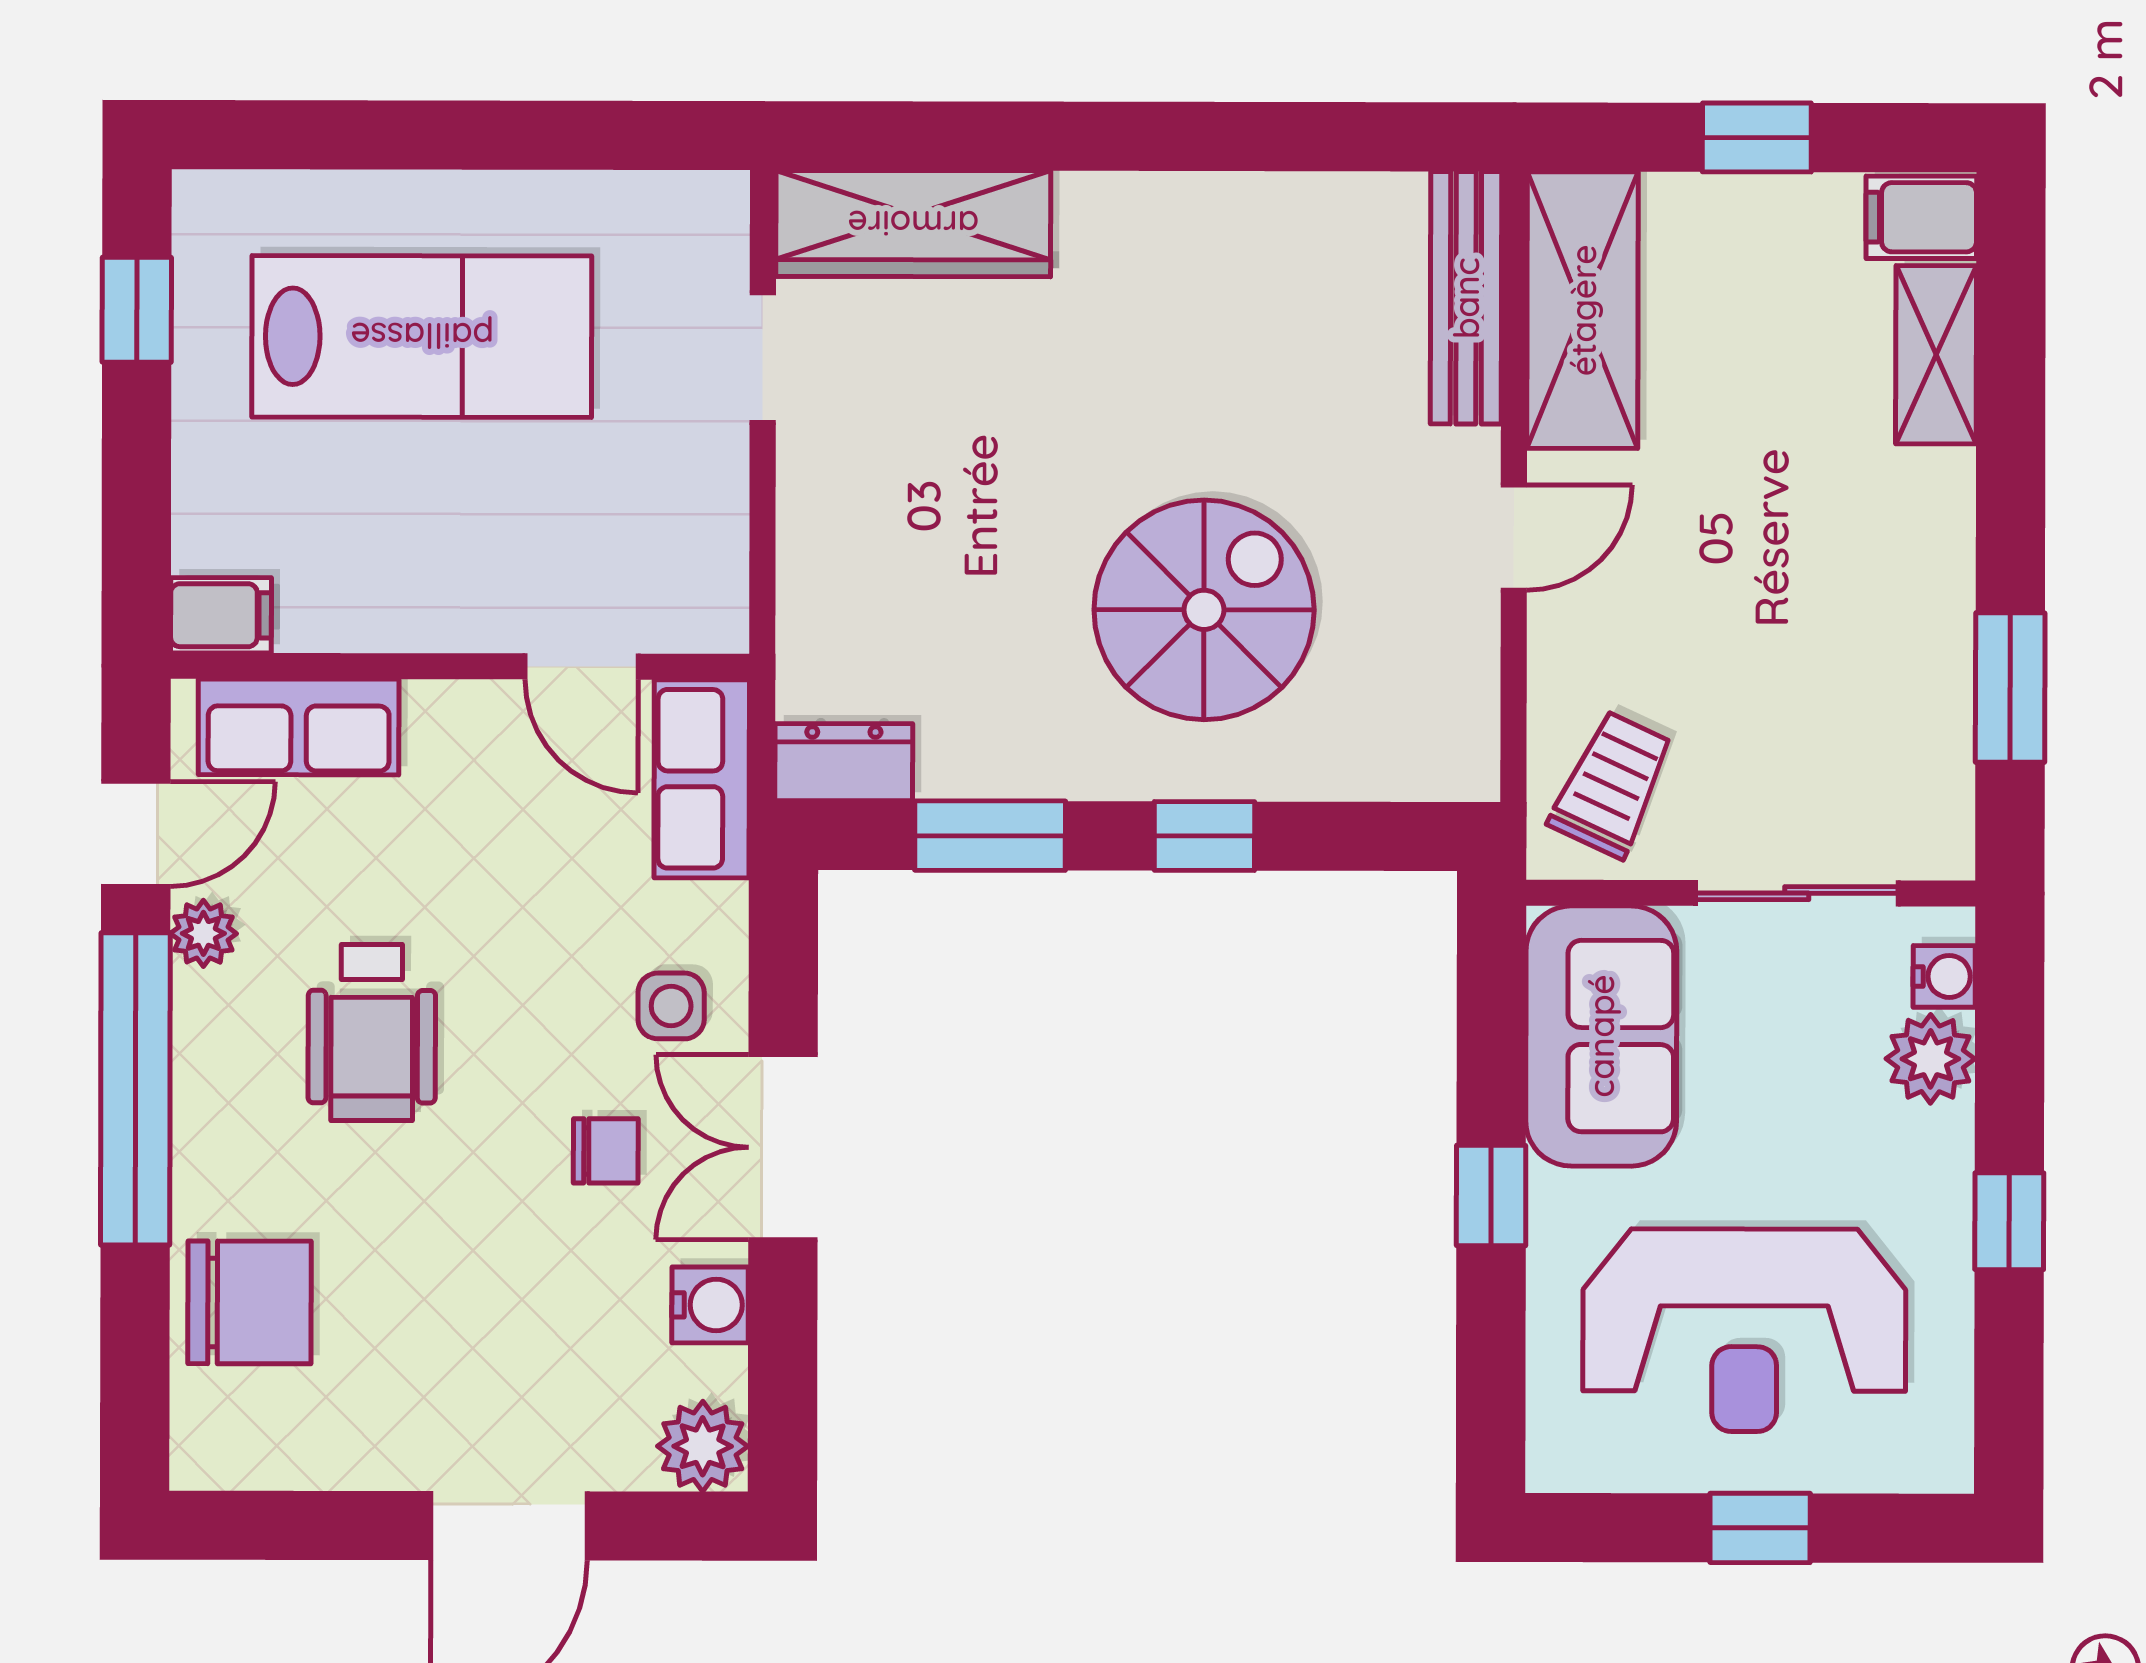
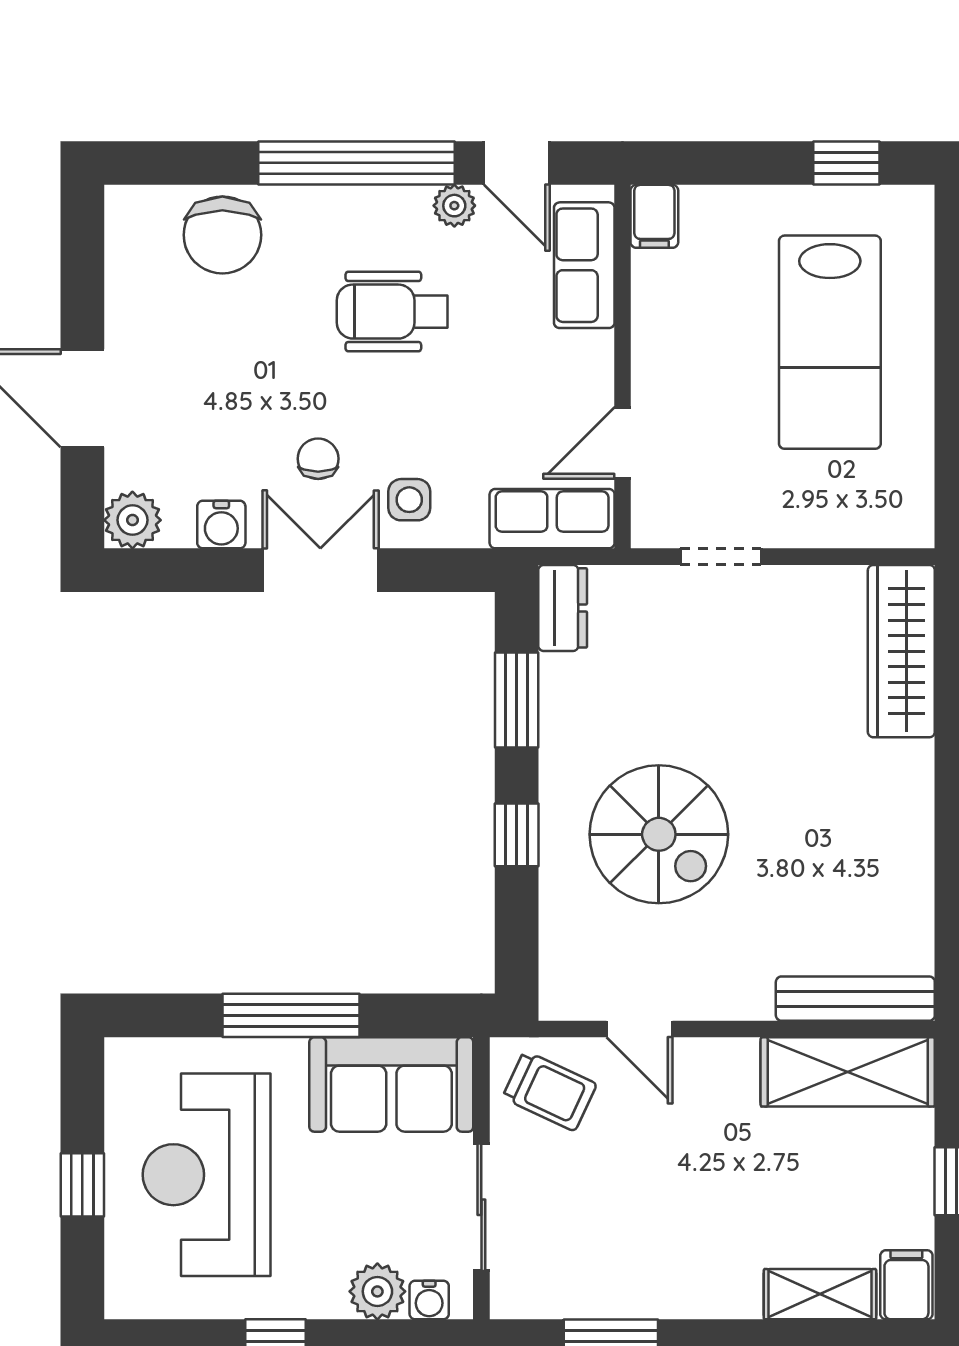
doorway: (763, 358) -> (721, 557), moved
door: (1514, 538) -> (639, 1029), moved
chair: (606, 1151) -> (318, 459), turned 180
window: (1491, 1196) -> (291, 1015), width x2.17

